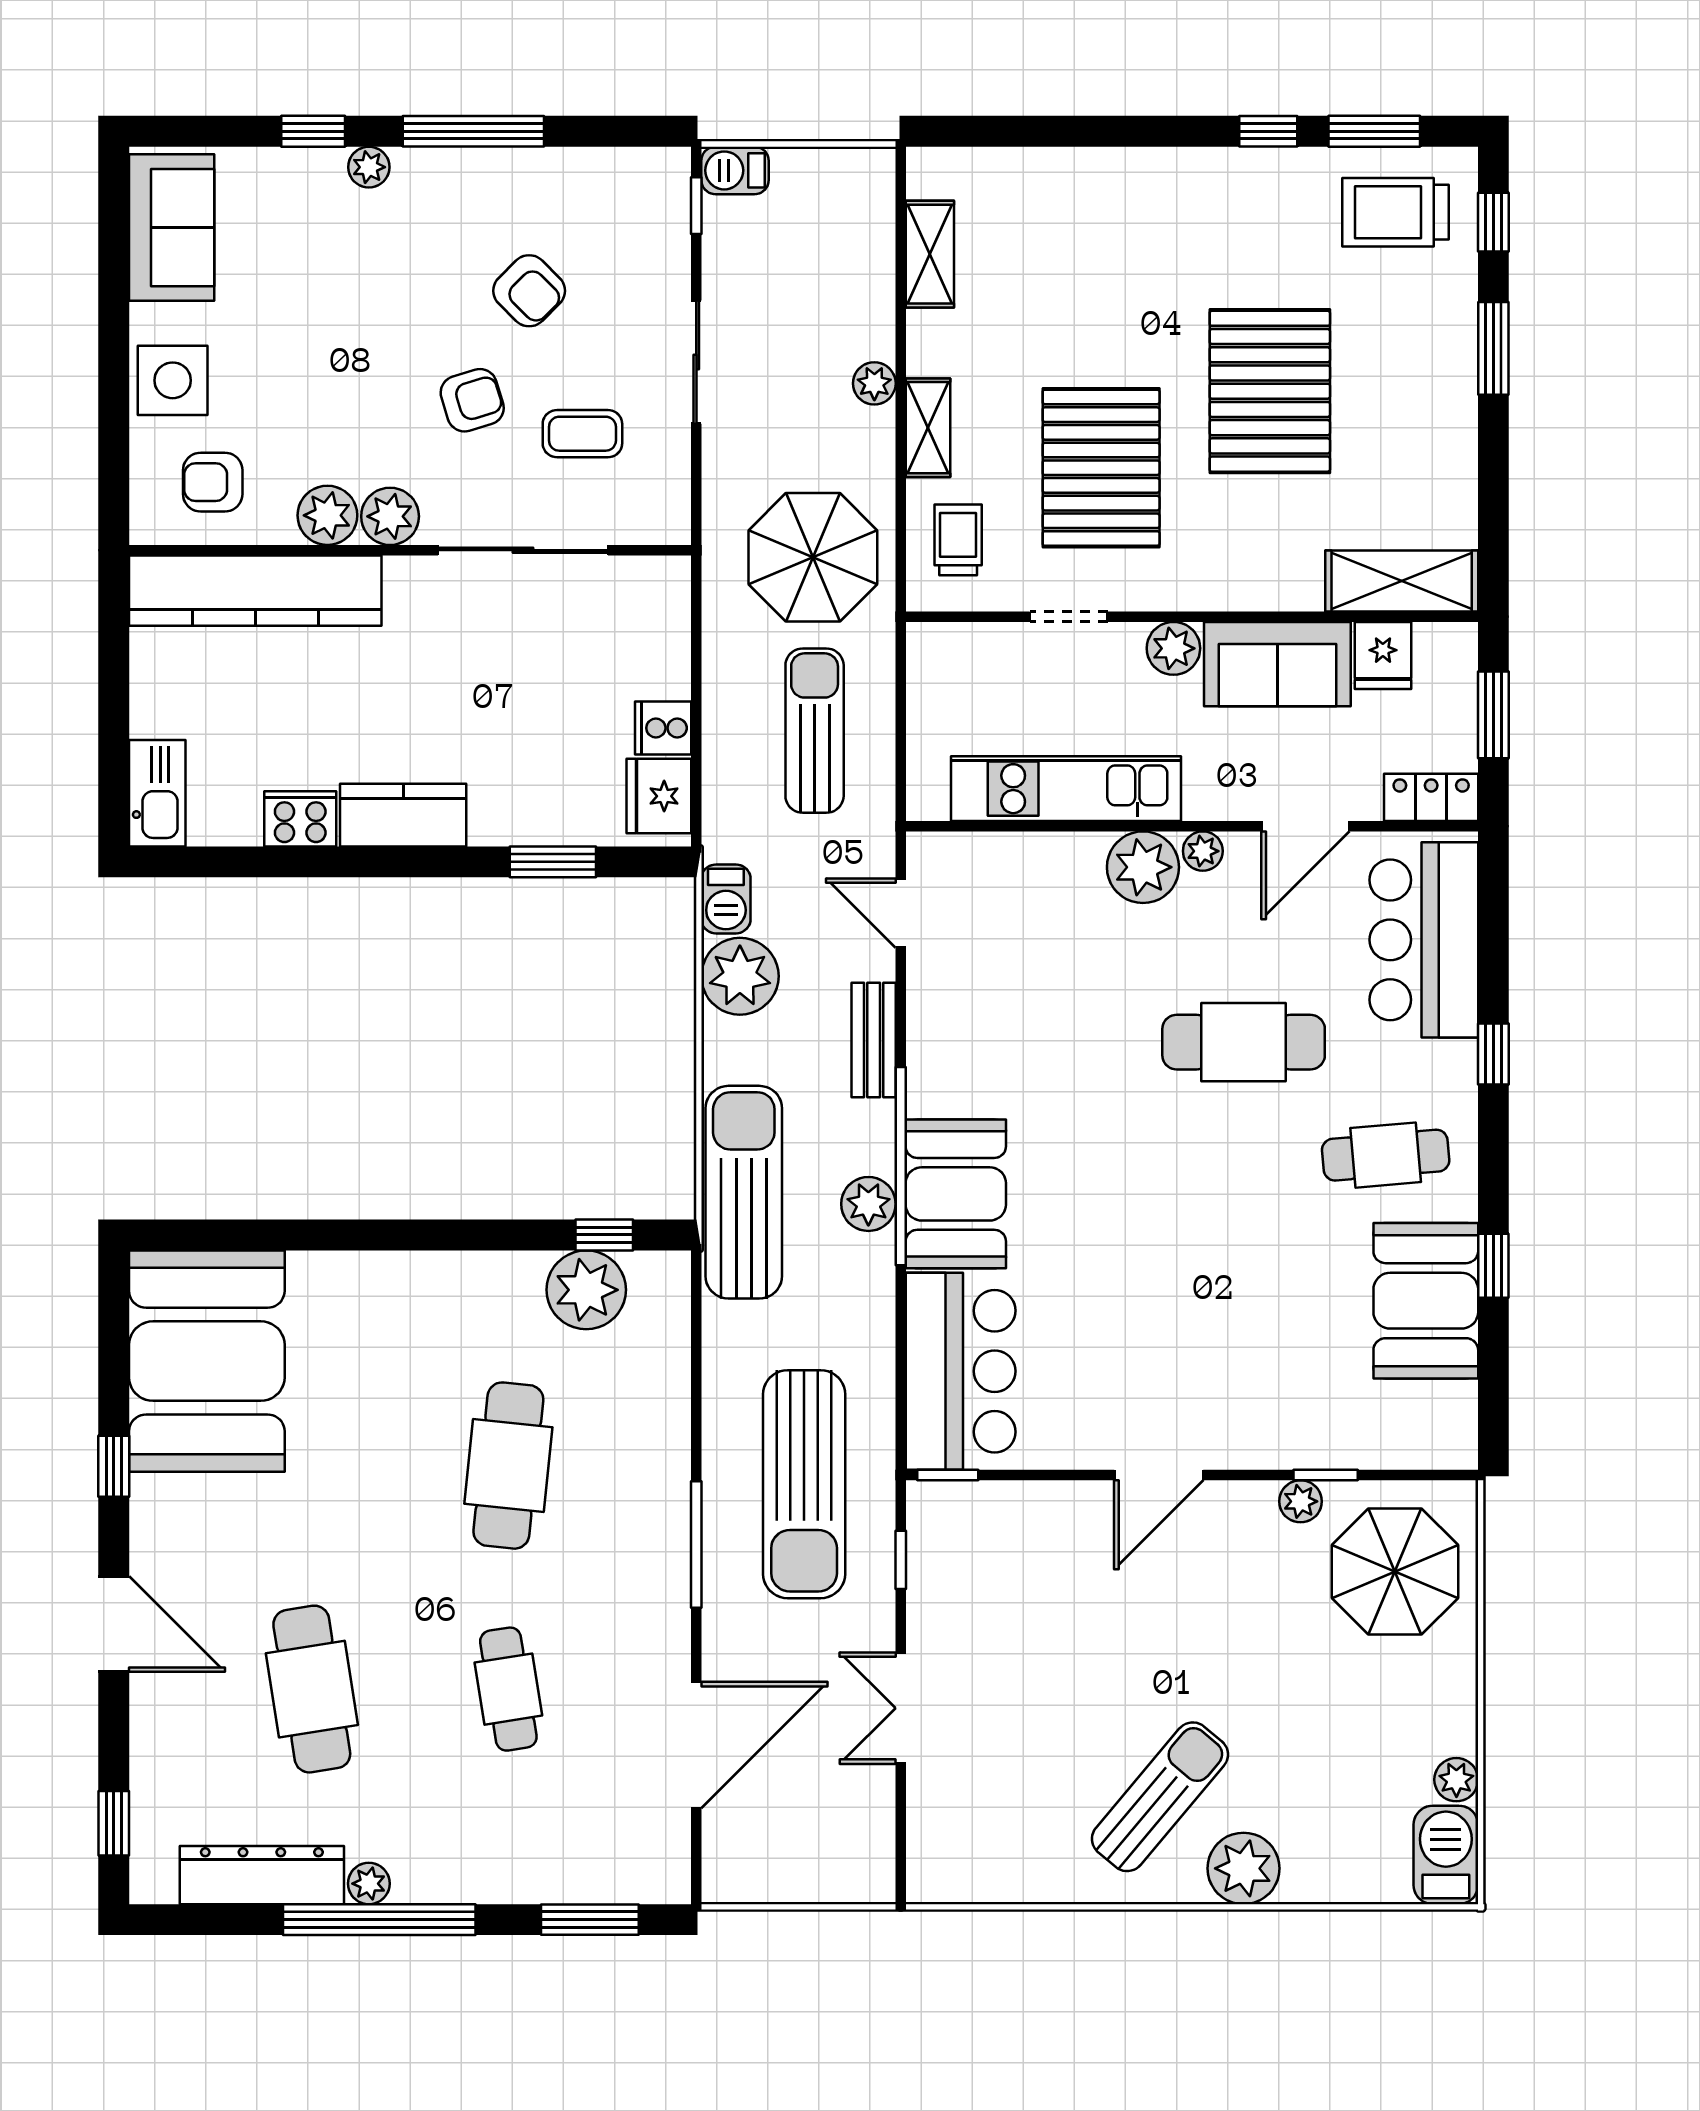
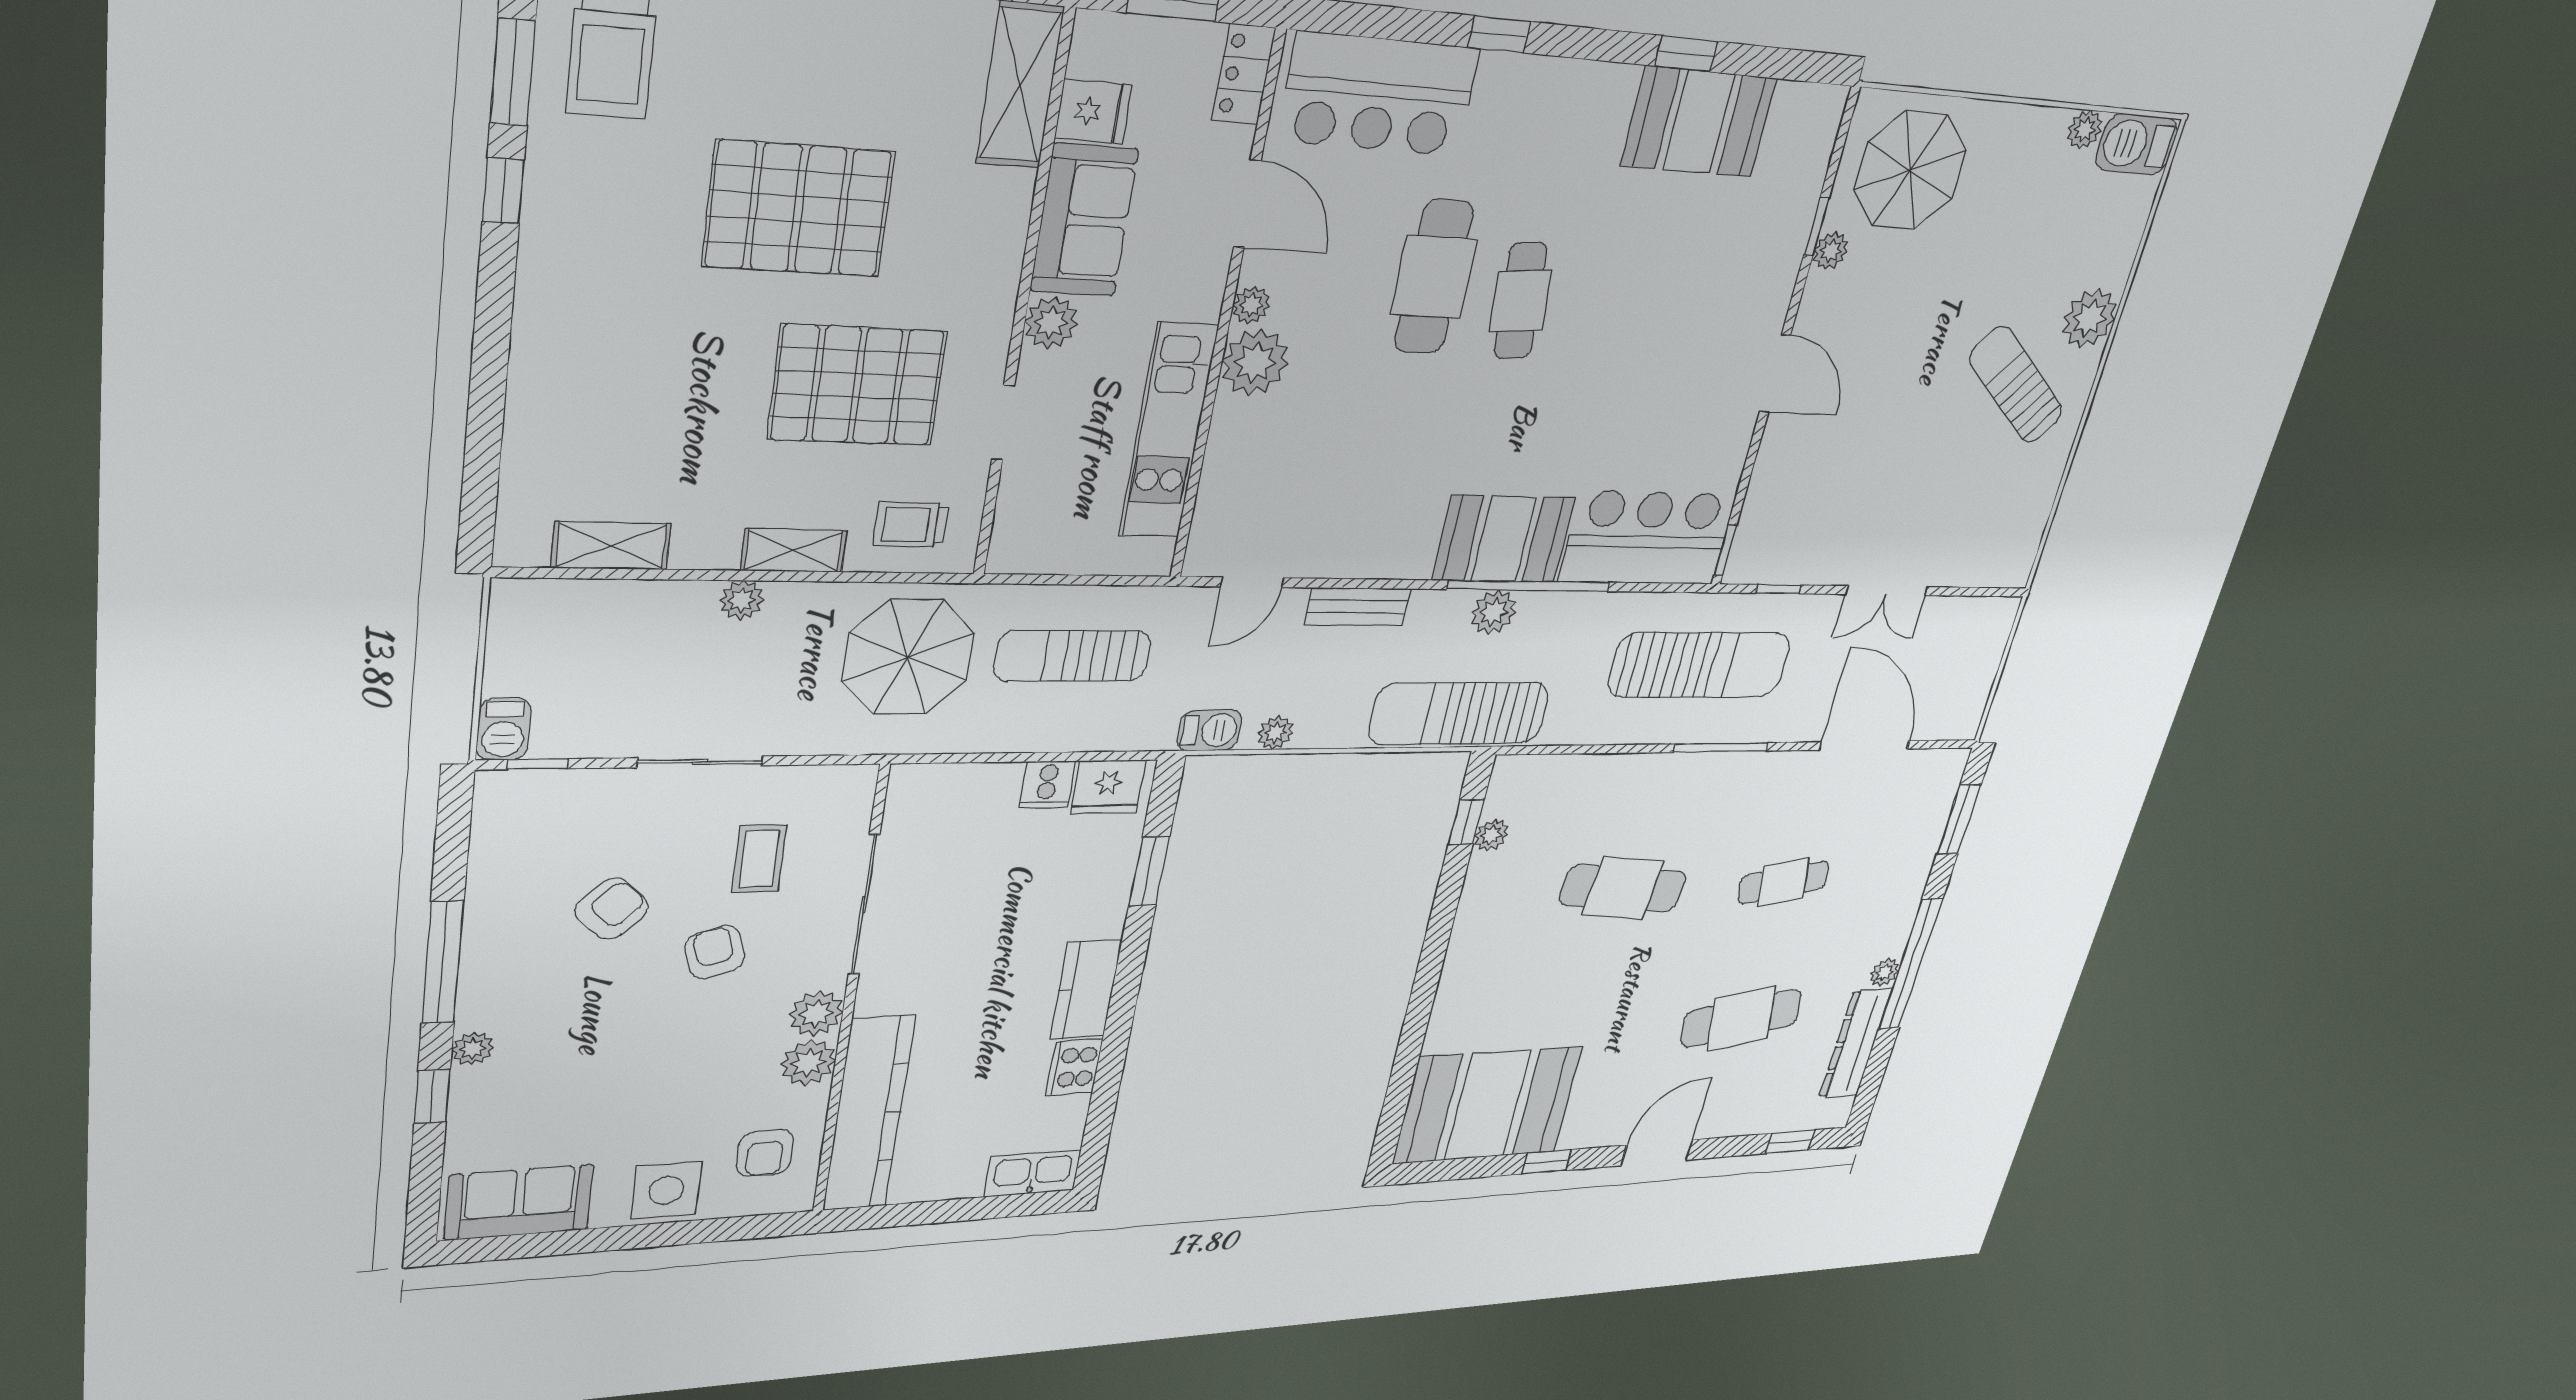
plant: (740, 976) -> (1276, 733), width x0.53, depth x0.53
cafe table: (1386, 1155) -> (1520, 301), moved
window: (901, 1166) -> (1529, 586), moved
plant: (586, 1290) -> (1491, 835), width x0.53, depth x0.53

